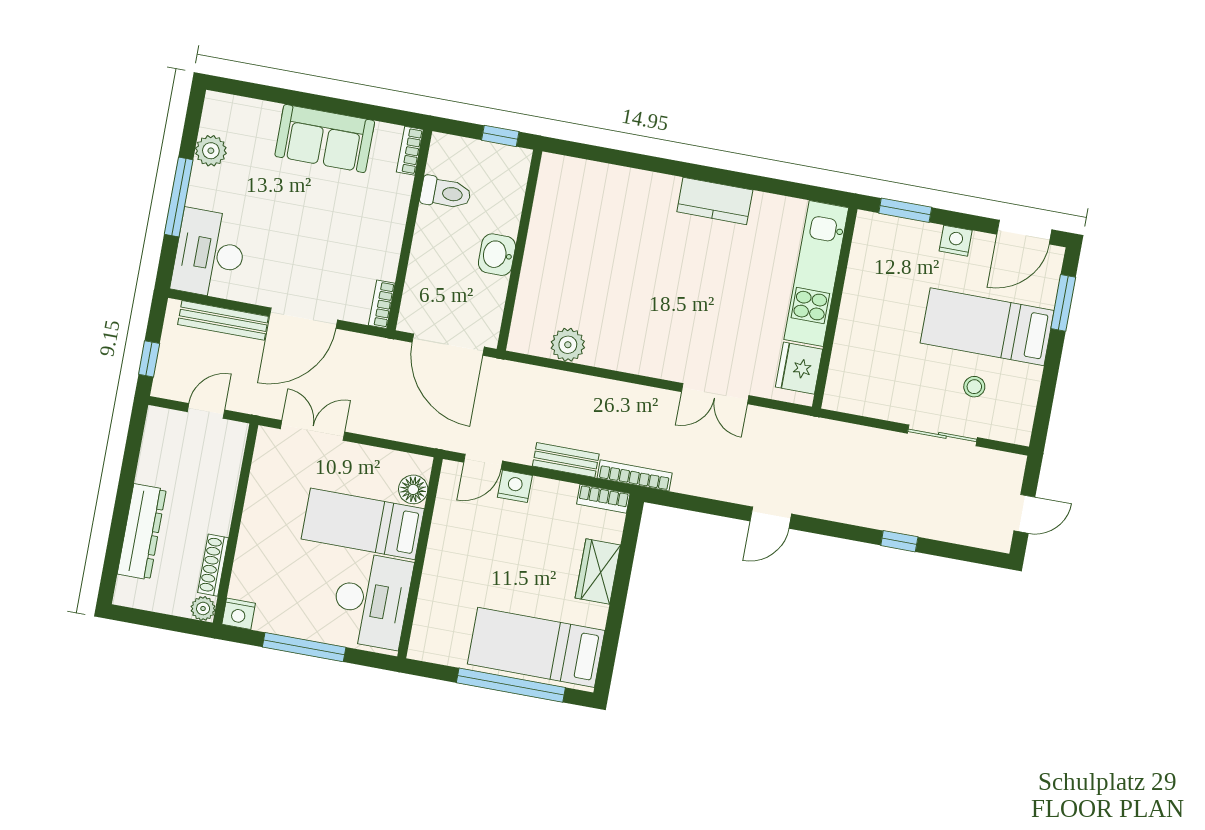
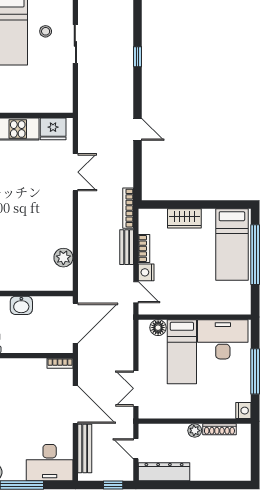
bookcase: (603, 499) -> (144, 249), moved
dresser: (142, 532) -> (164, 472), moved
plant: (203, 608) -> (195, 431), moved

